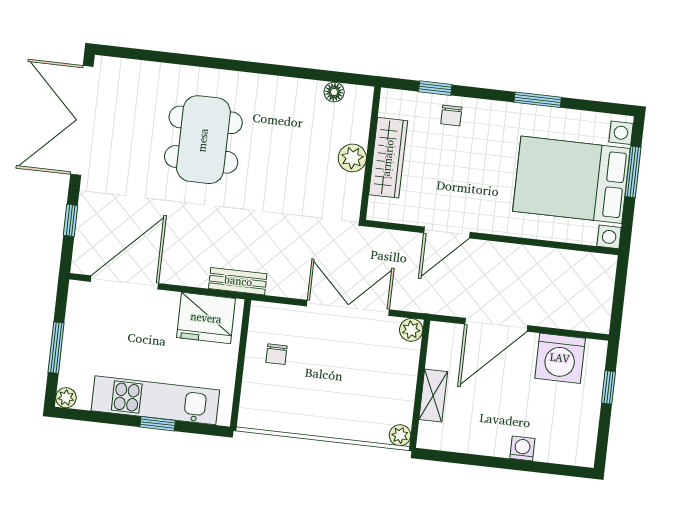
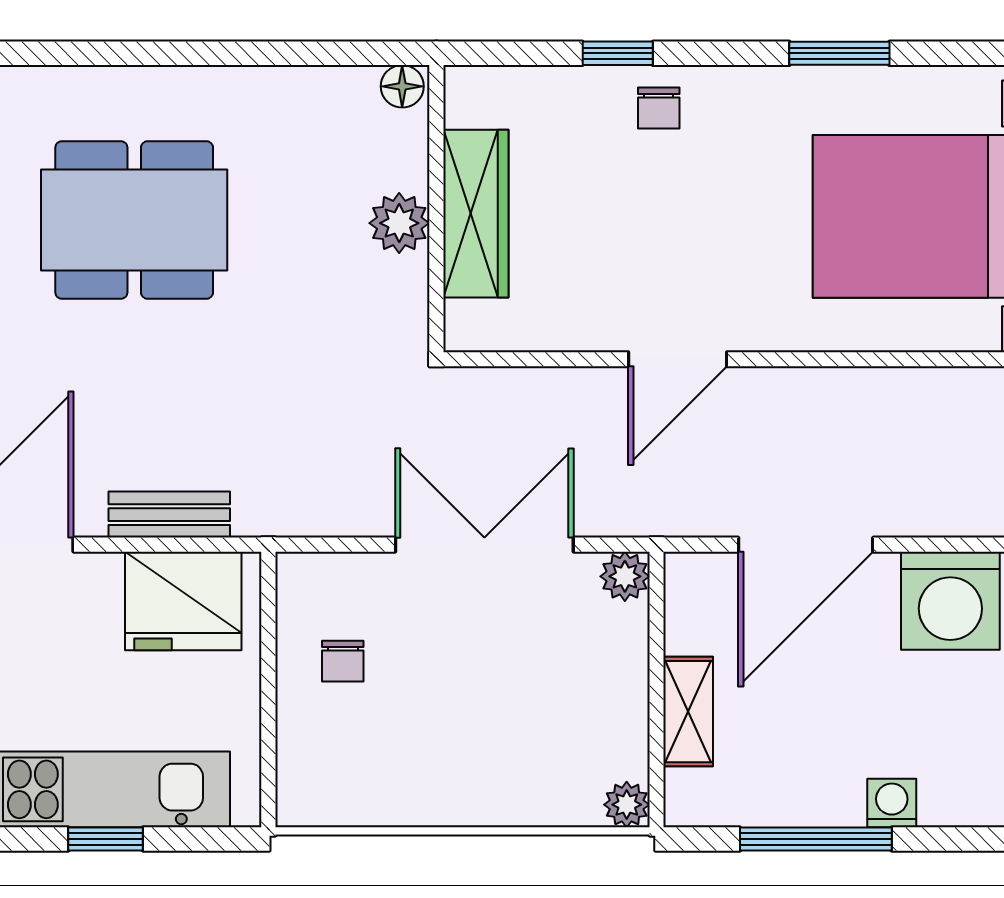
dining table: (203, 140) -> (134, 220), turned 90
wall: (370, 153) -> (436, 209), moved
plant: (352, 158) -> (399, 223), moved
wardrobe: (388, 158) -> (476, 214), moved
bench: (238, 281) -> (169, 515), moved
window: (485, 461) -> (816, 839), added

